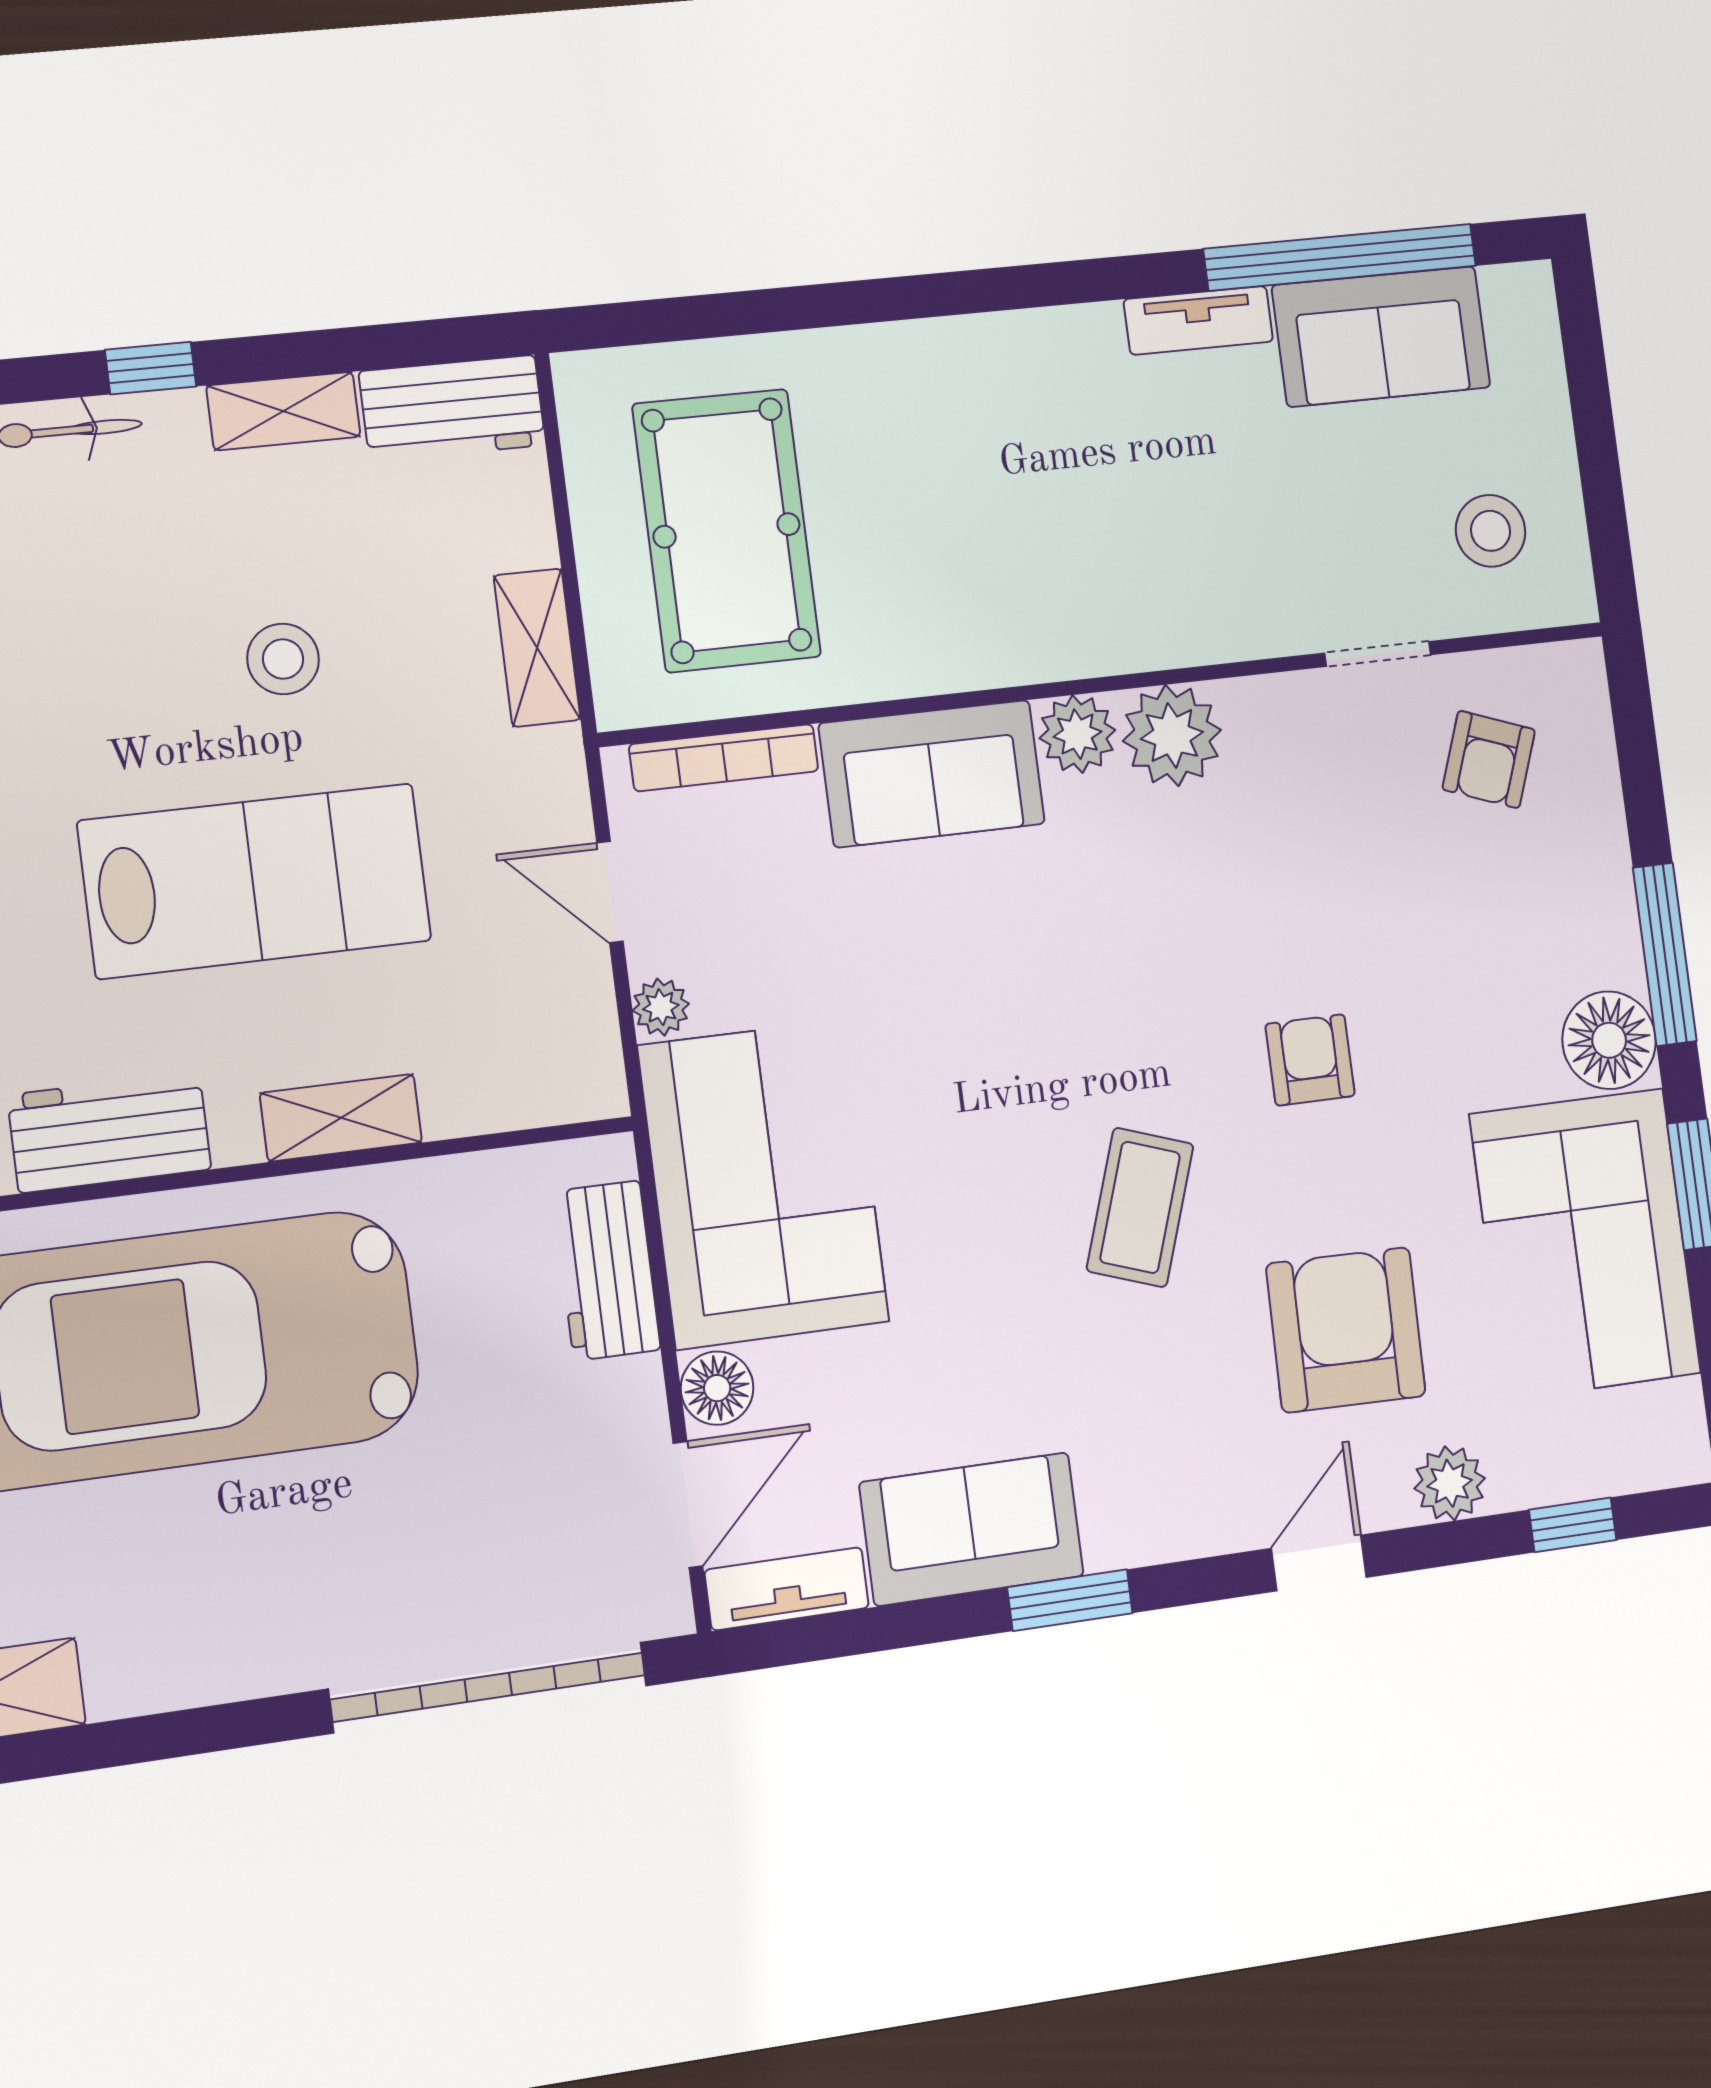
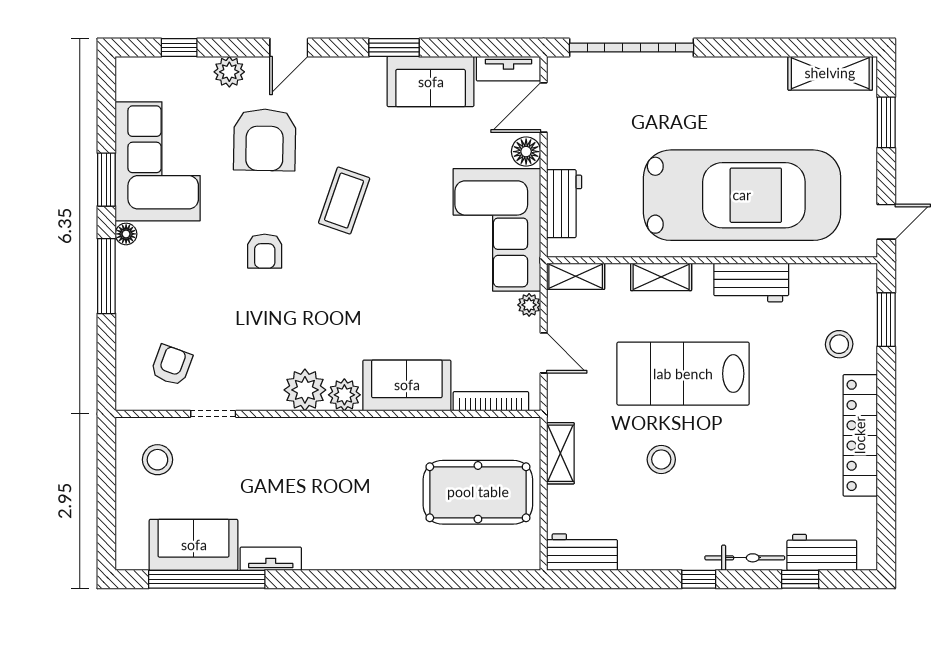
shelving: (283, 411) -> (576, 276), moved
pool table: (727, 530) -> (478, 492), turned 90
floor lamp: (1609, 1040) -> (126, 234), width x0.53, depth x0.53

